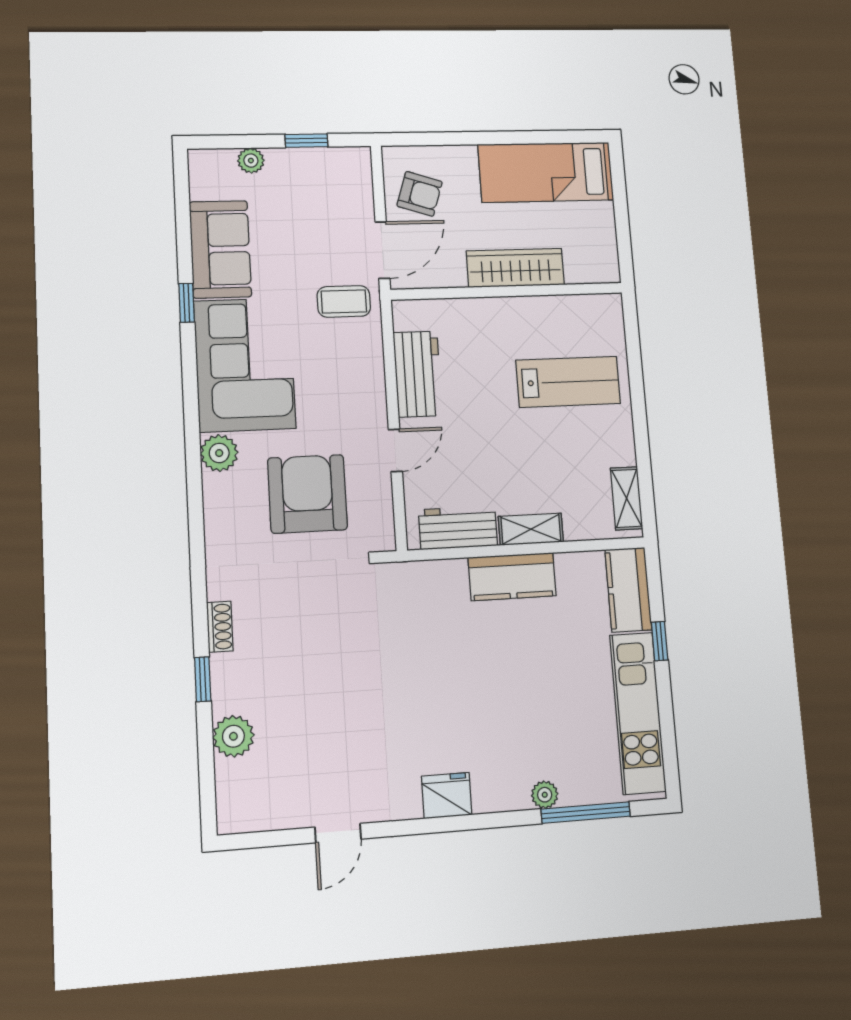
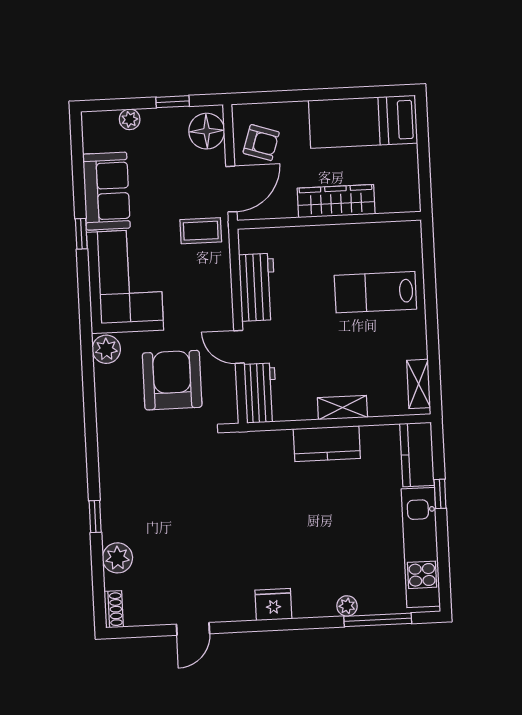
floor lamp: (350, 178) -> (207, 131), added
lab bench: (568, 382) -> (375, 292), turned 180
door: (395, 450) -> (239, 347), swing flipped
workbench: (458, 528) -> (260, 393), moved, turned 90
shoe rack: (220, 627) -> (114, 609), moved

